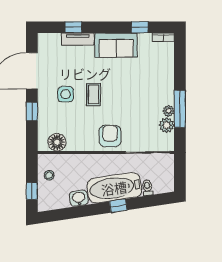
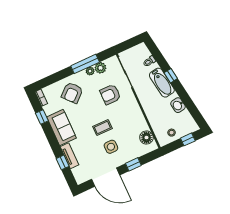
armchair: (152, 77) -> (72, 93), added
armchair: (110, 136) -> (110, 94), moved
bathtub: (114, 188) -> (162, 83), width x0.73, depth x0.73

